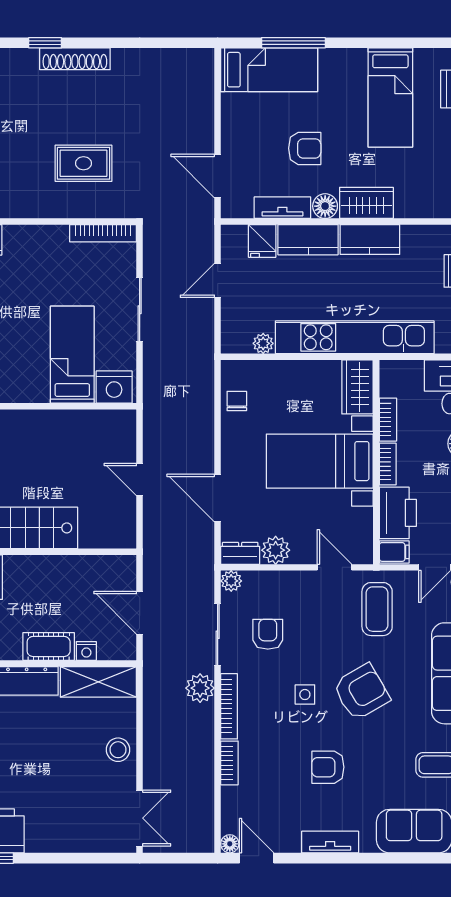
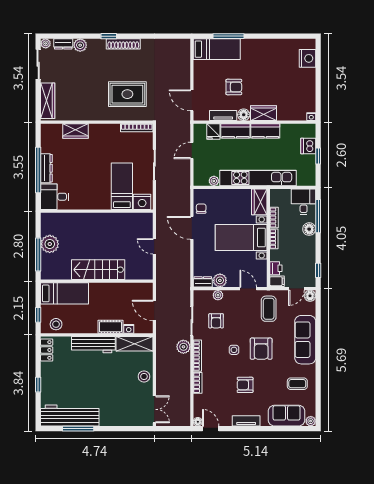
bed: (390, 97) -> (275, 62), removed
rug: (83, 163) -> (127, 94), width x1.36, depth x1.43
door: (218, 498) -> (192, 228), moved
printer: (398, 513) -> (276, 268), width x0.53, depth x0.68
plant: (231, 581) -> (218, 295), moved
armchair: (268, 634) -> (216, 321), turned 180
armchair: (361, 692) -> (261, 349), turned 120

